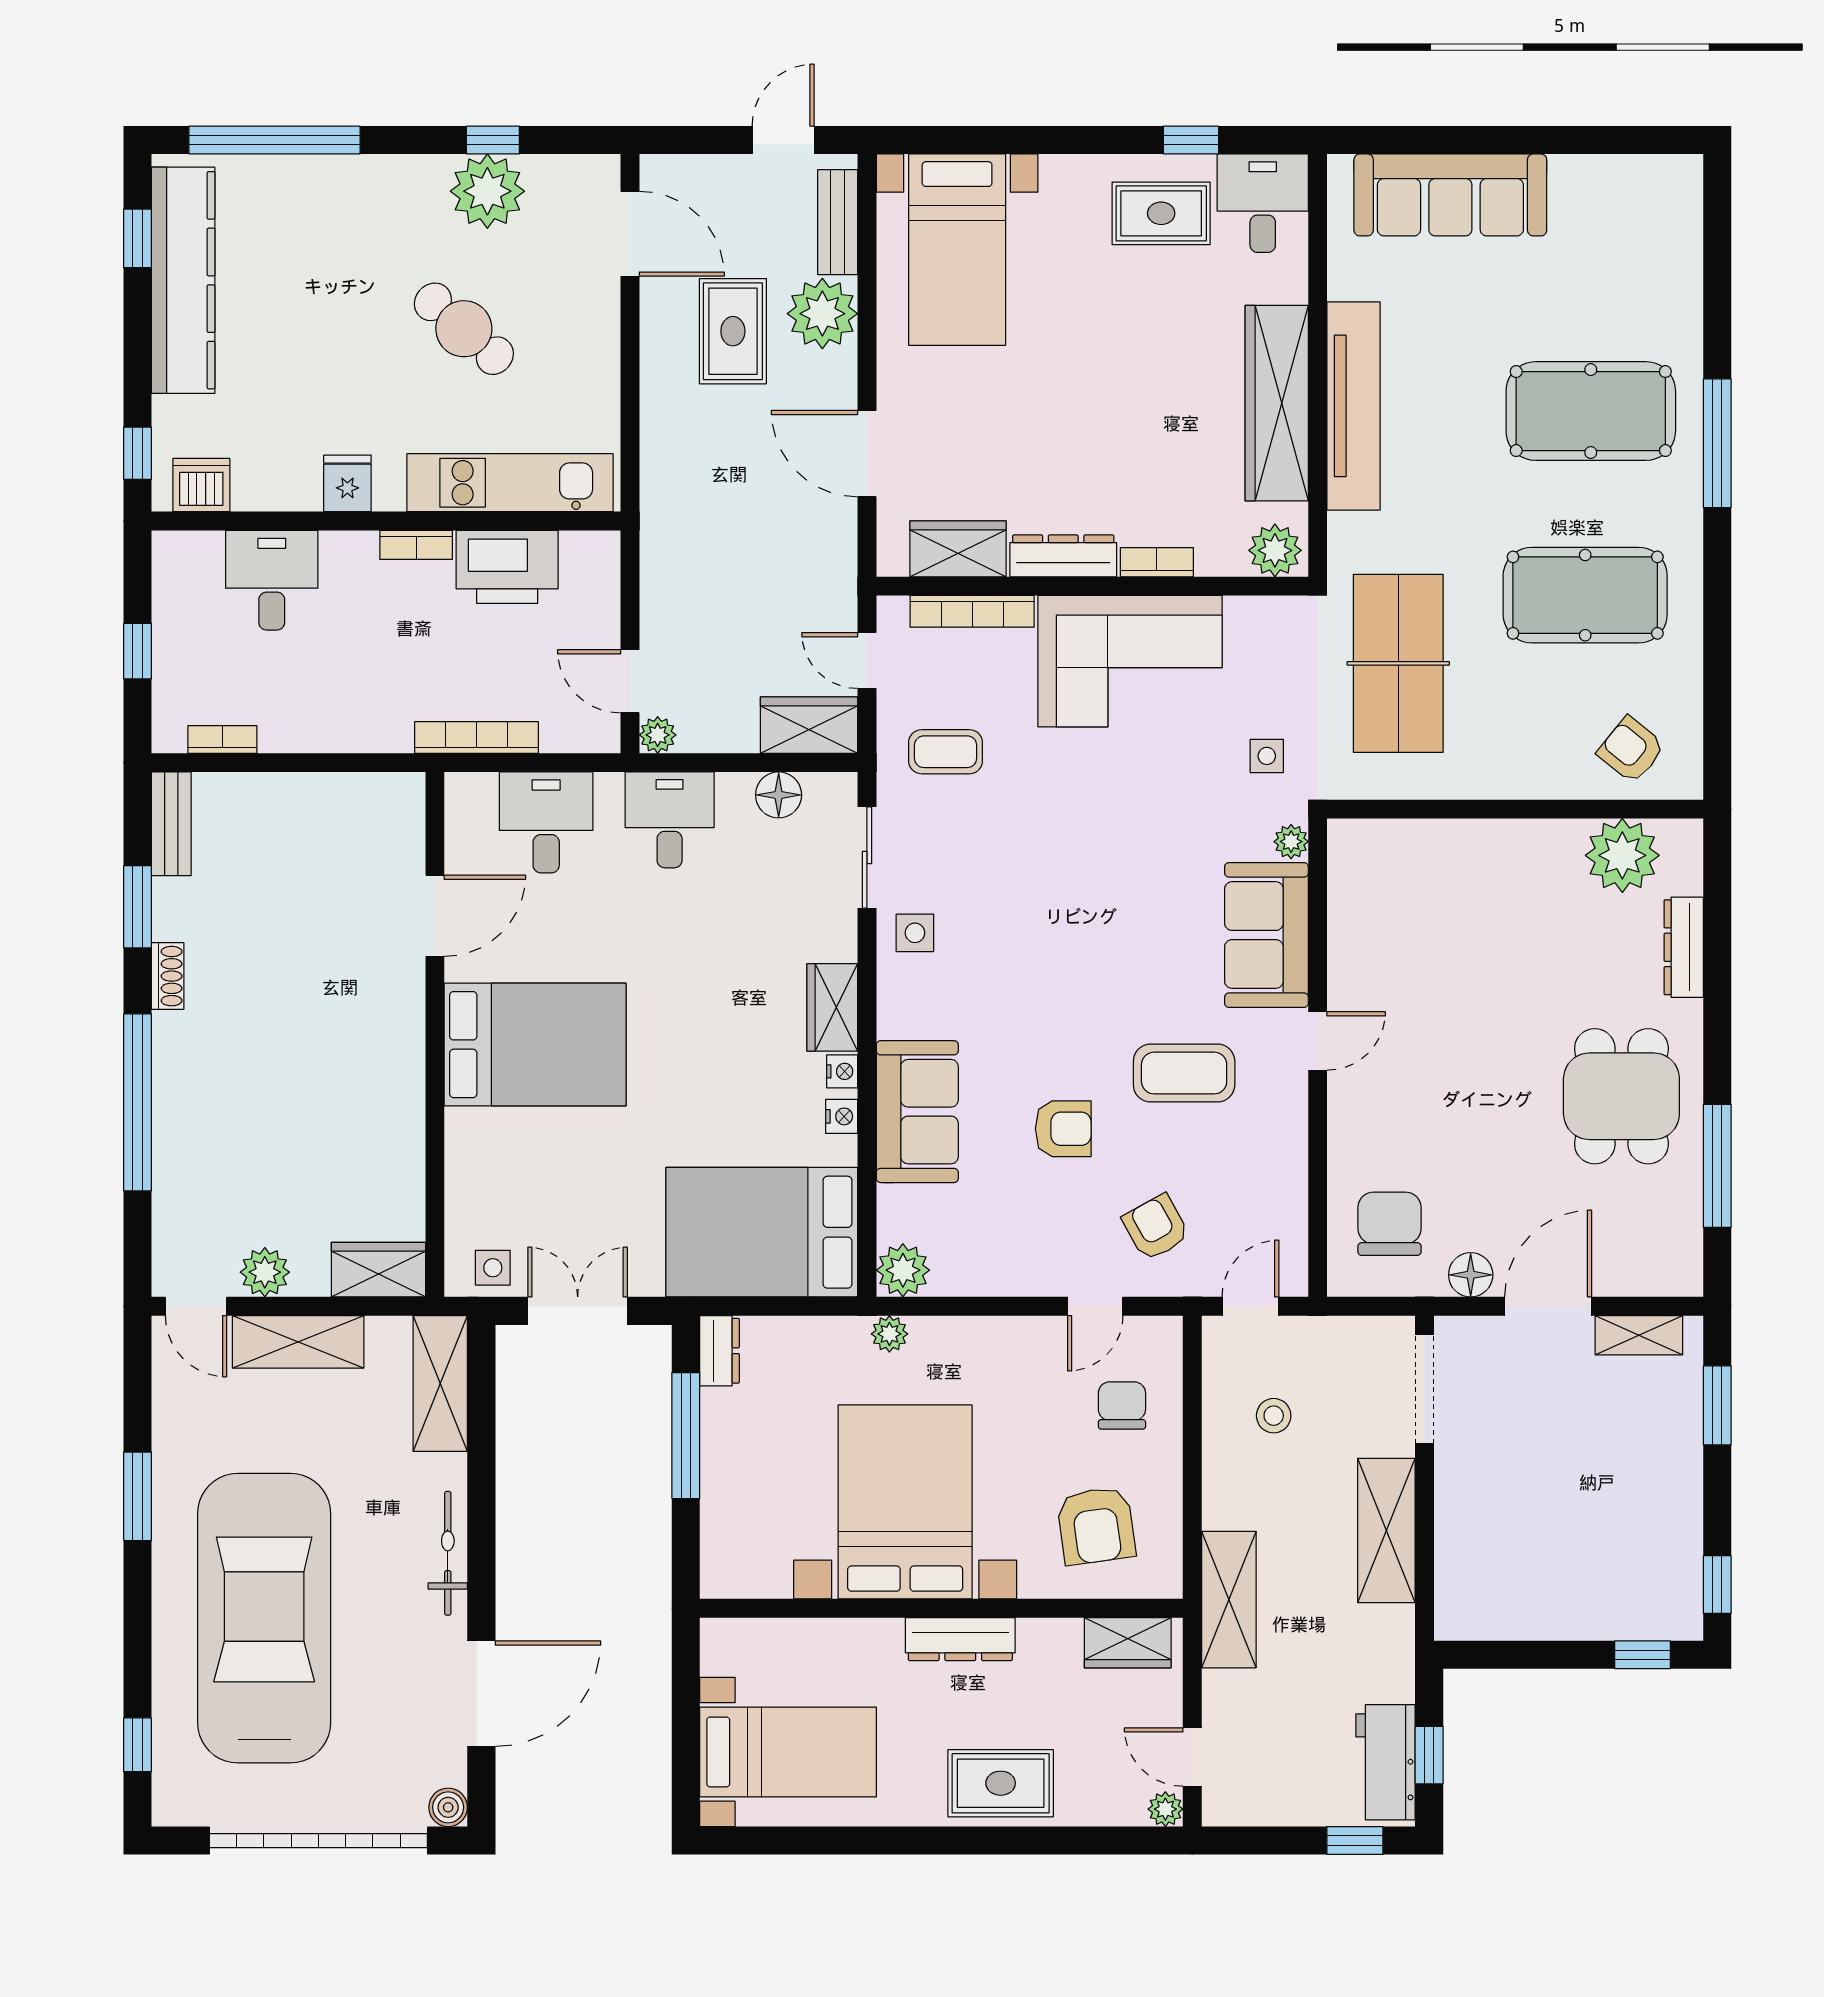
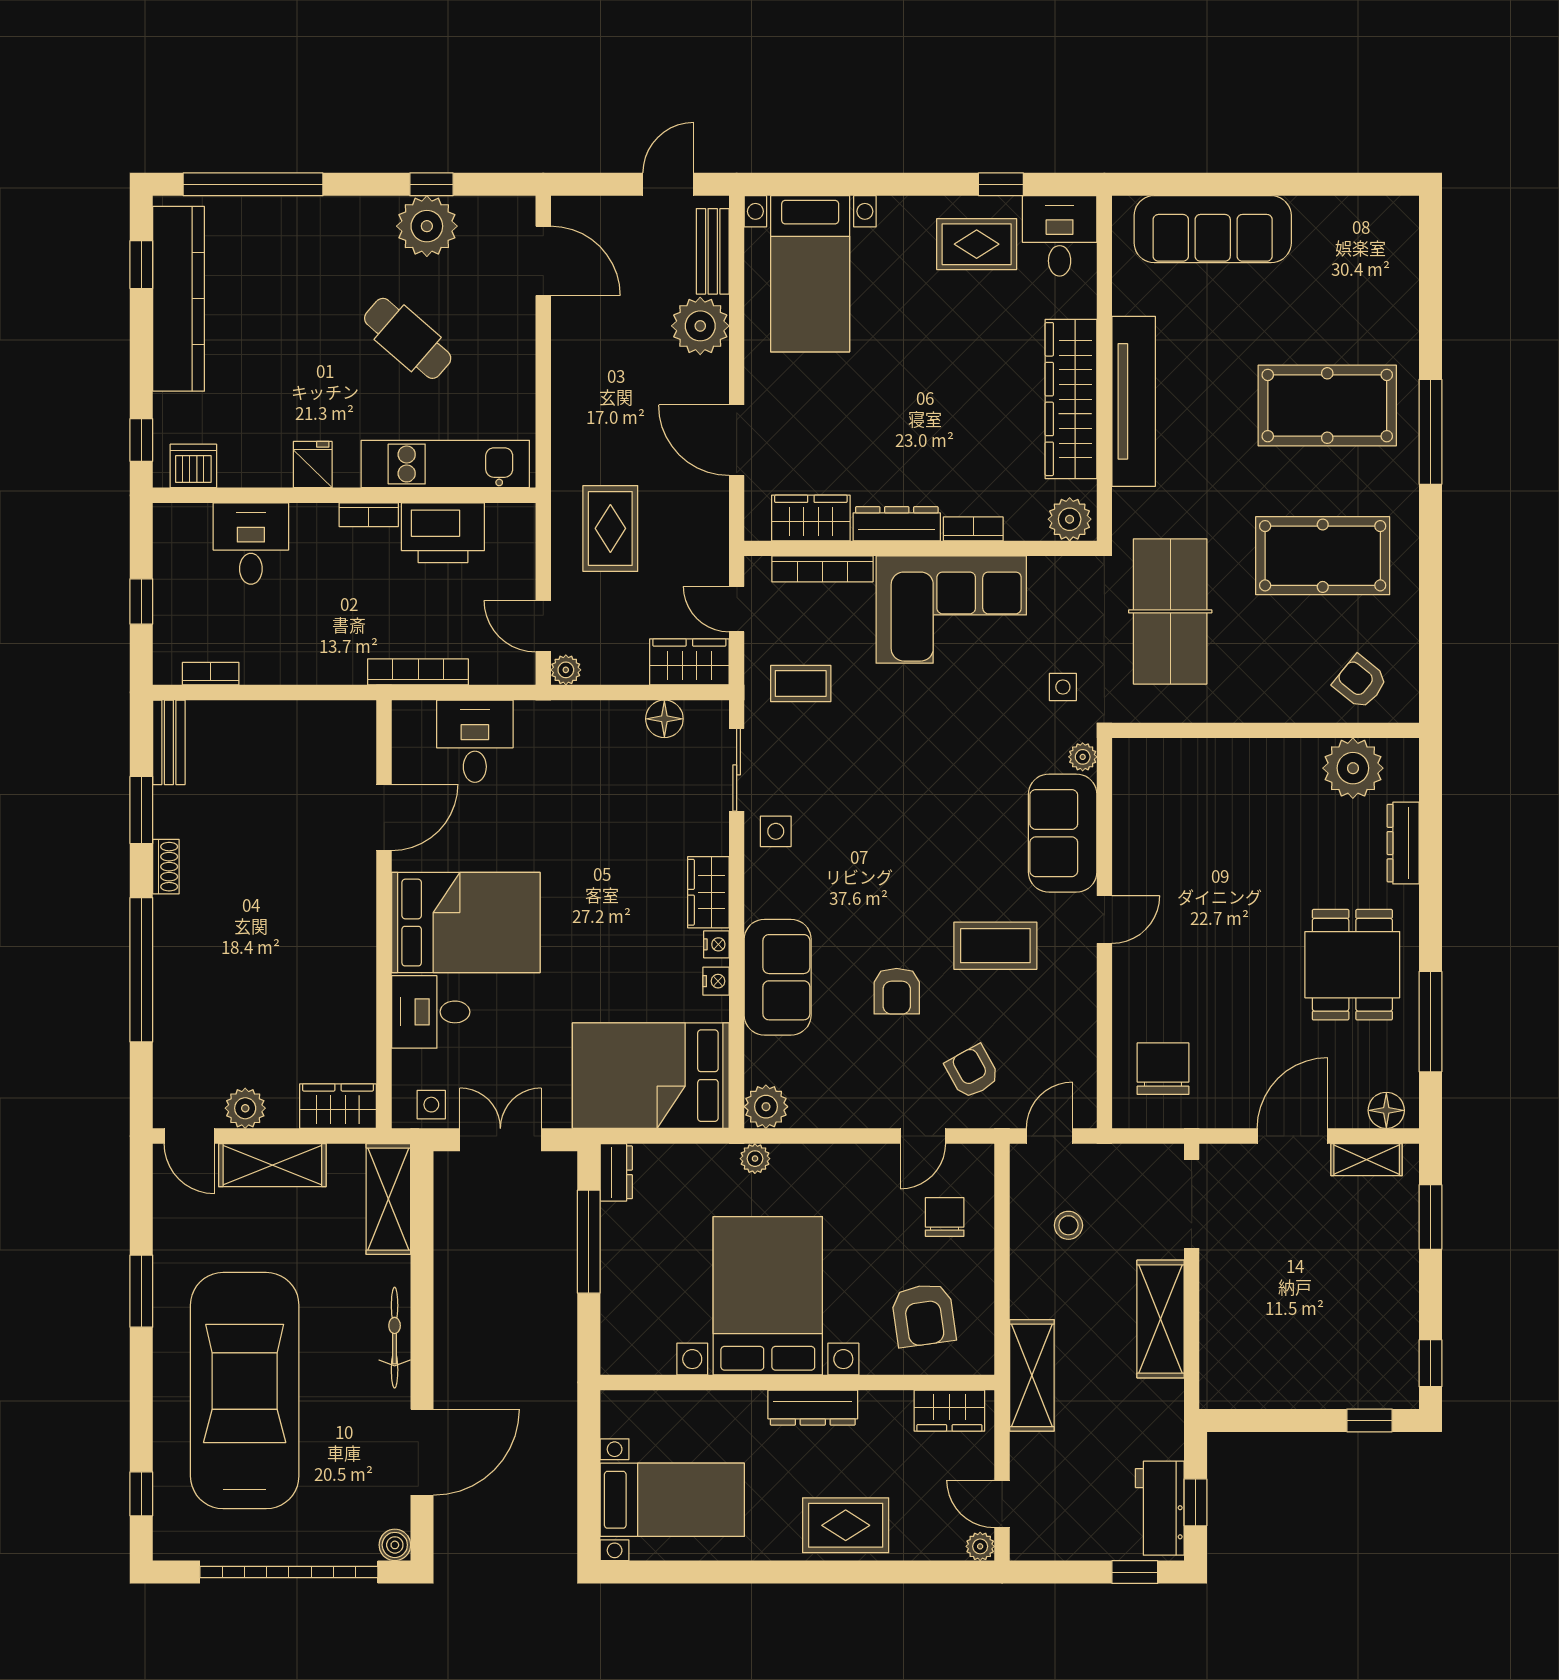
rug: (733, 331) -> (610, 528), moved
desk: (670, 820) -> (431, 1012), moved, turned -90
armchair: (1063, 1129) -> (897, 991), turned 90
floor lamp: (1471, 1275) -> (1386, 1110), moved

